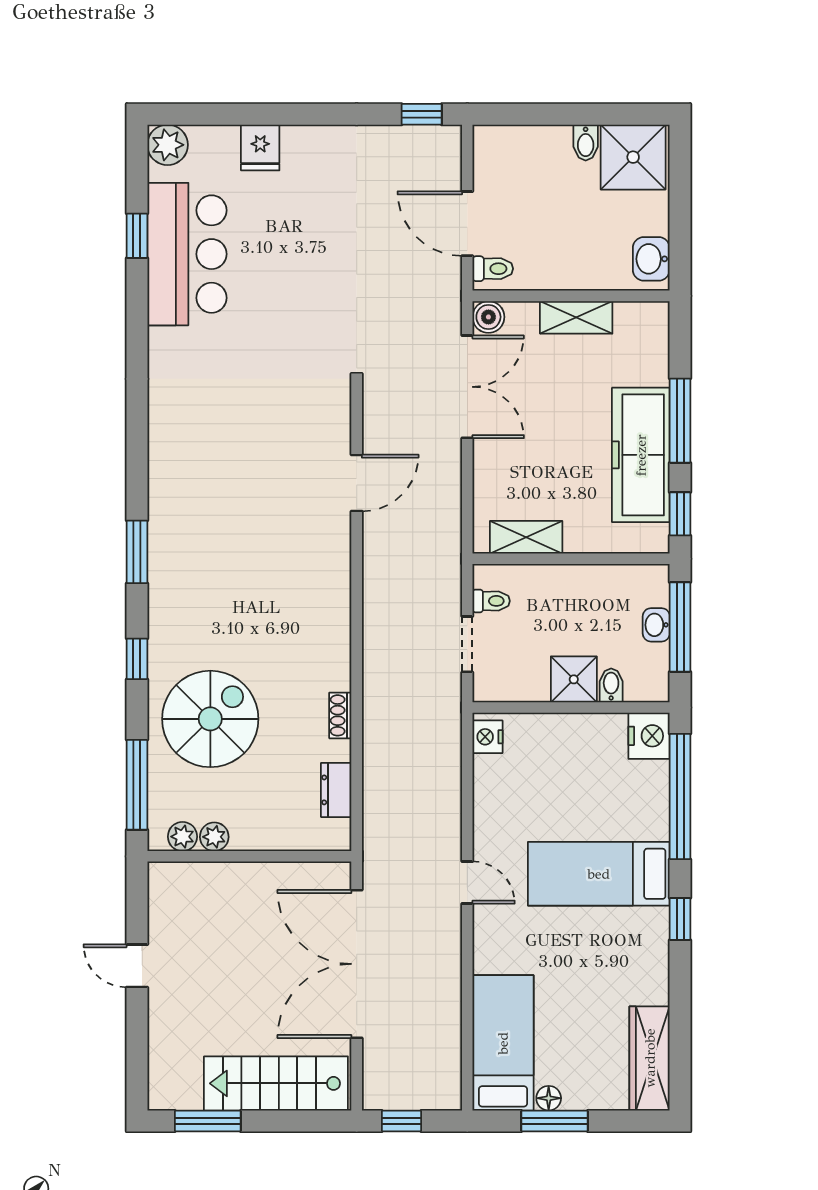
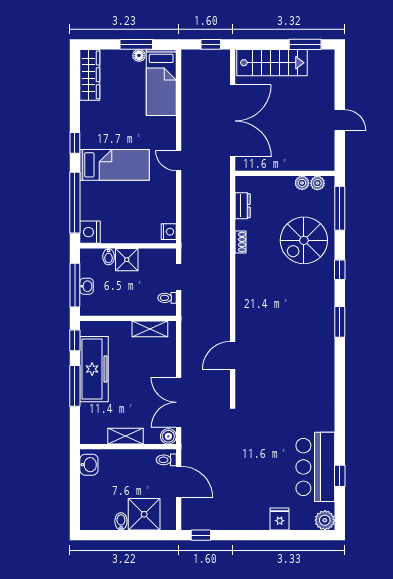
shower: (633, 157) -> (144, 514), moved

